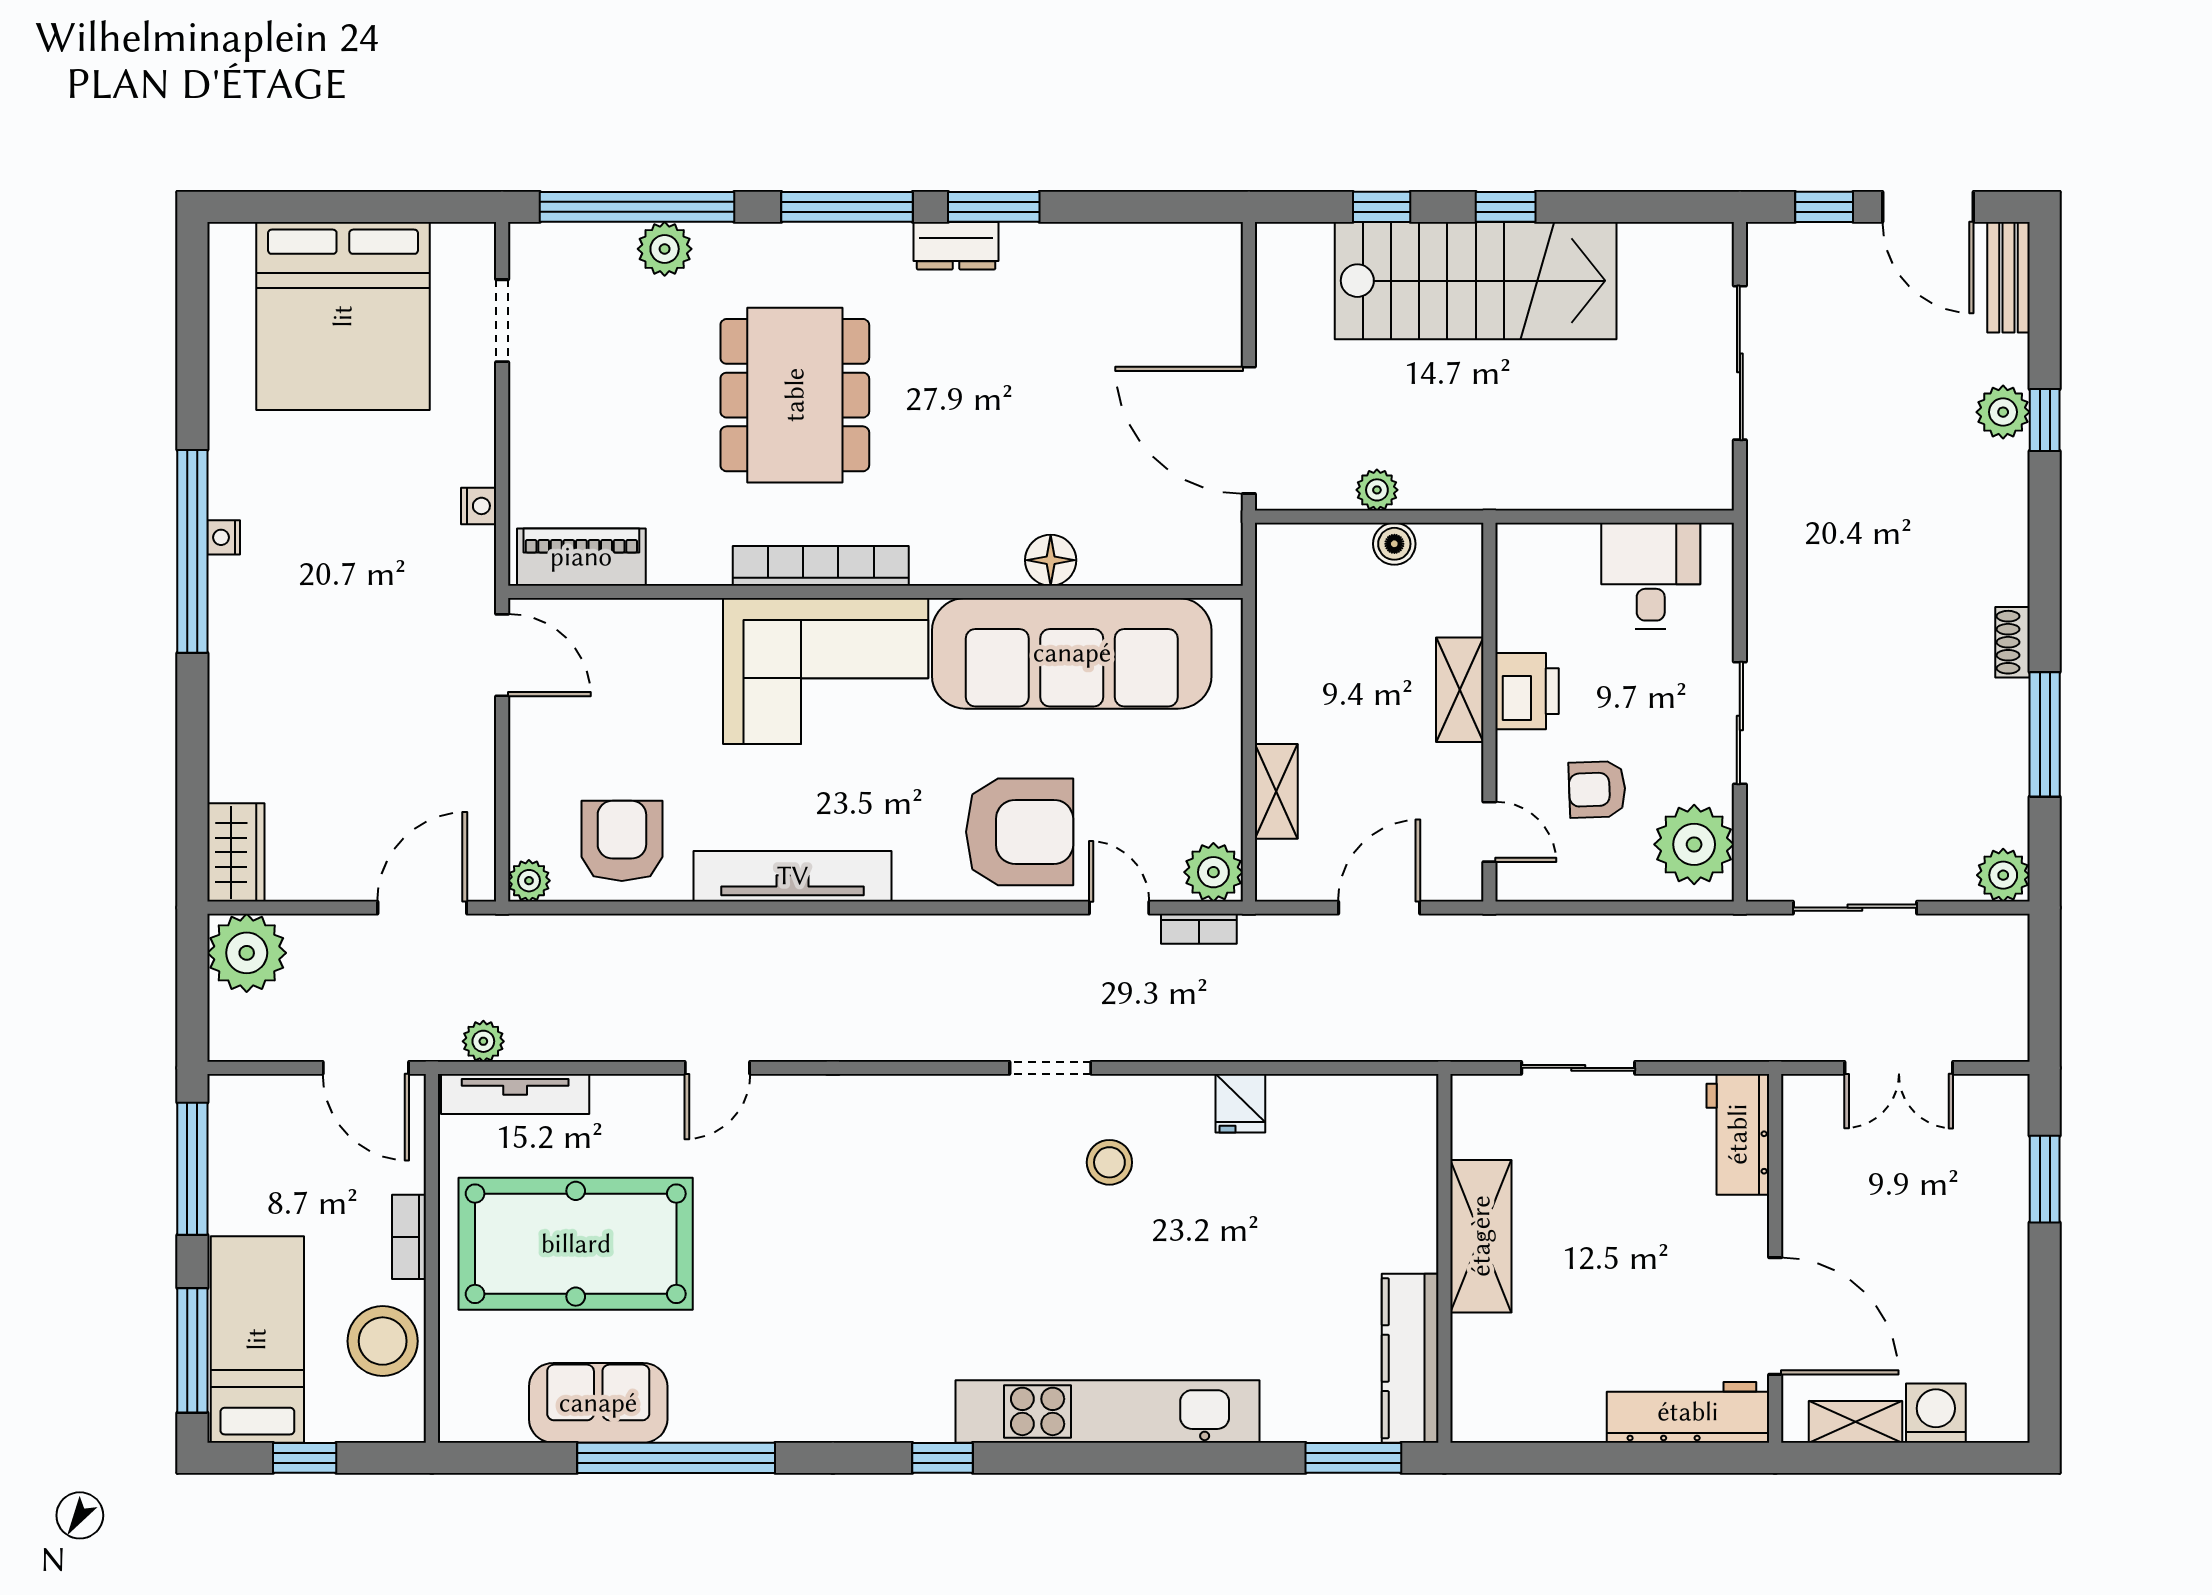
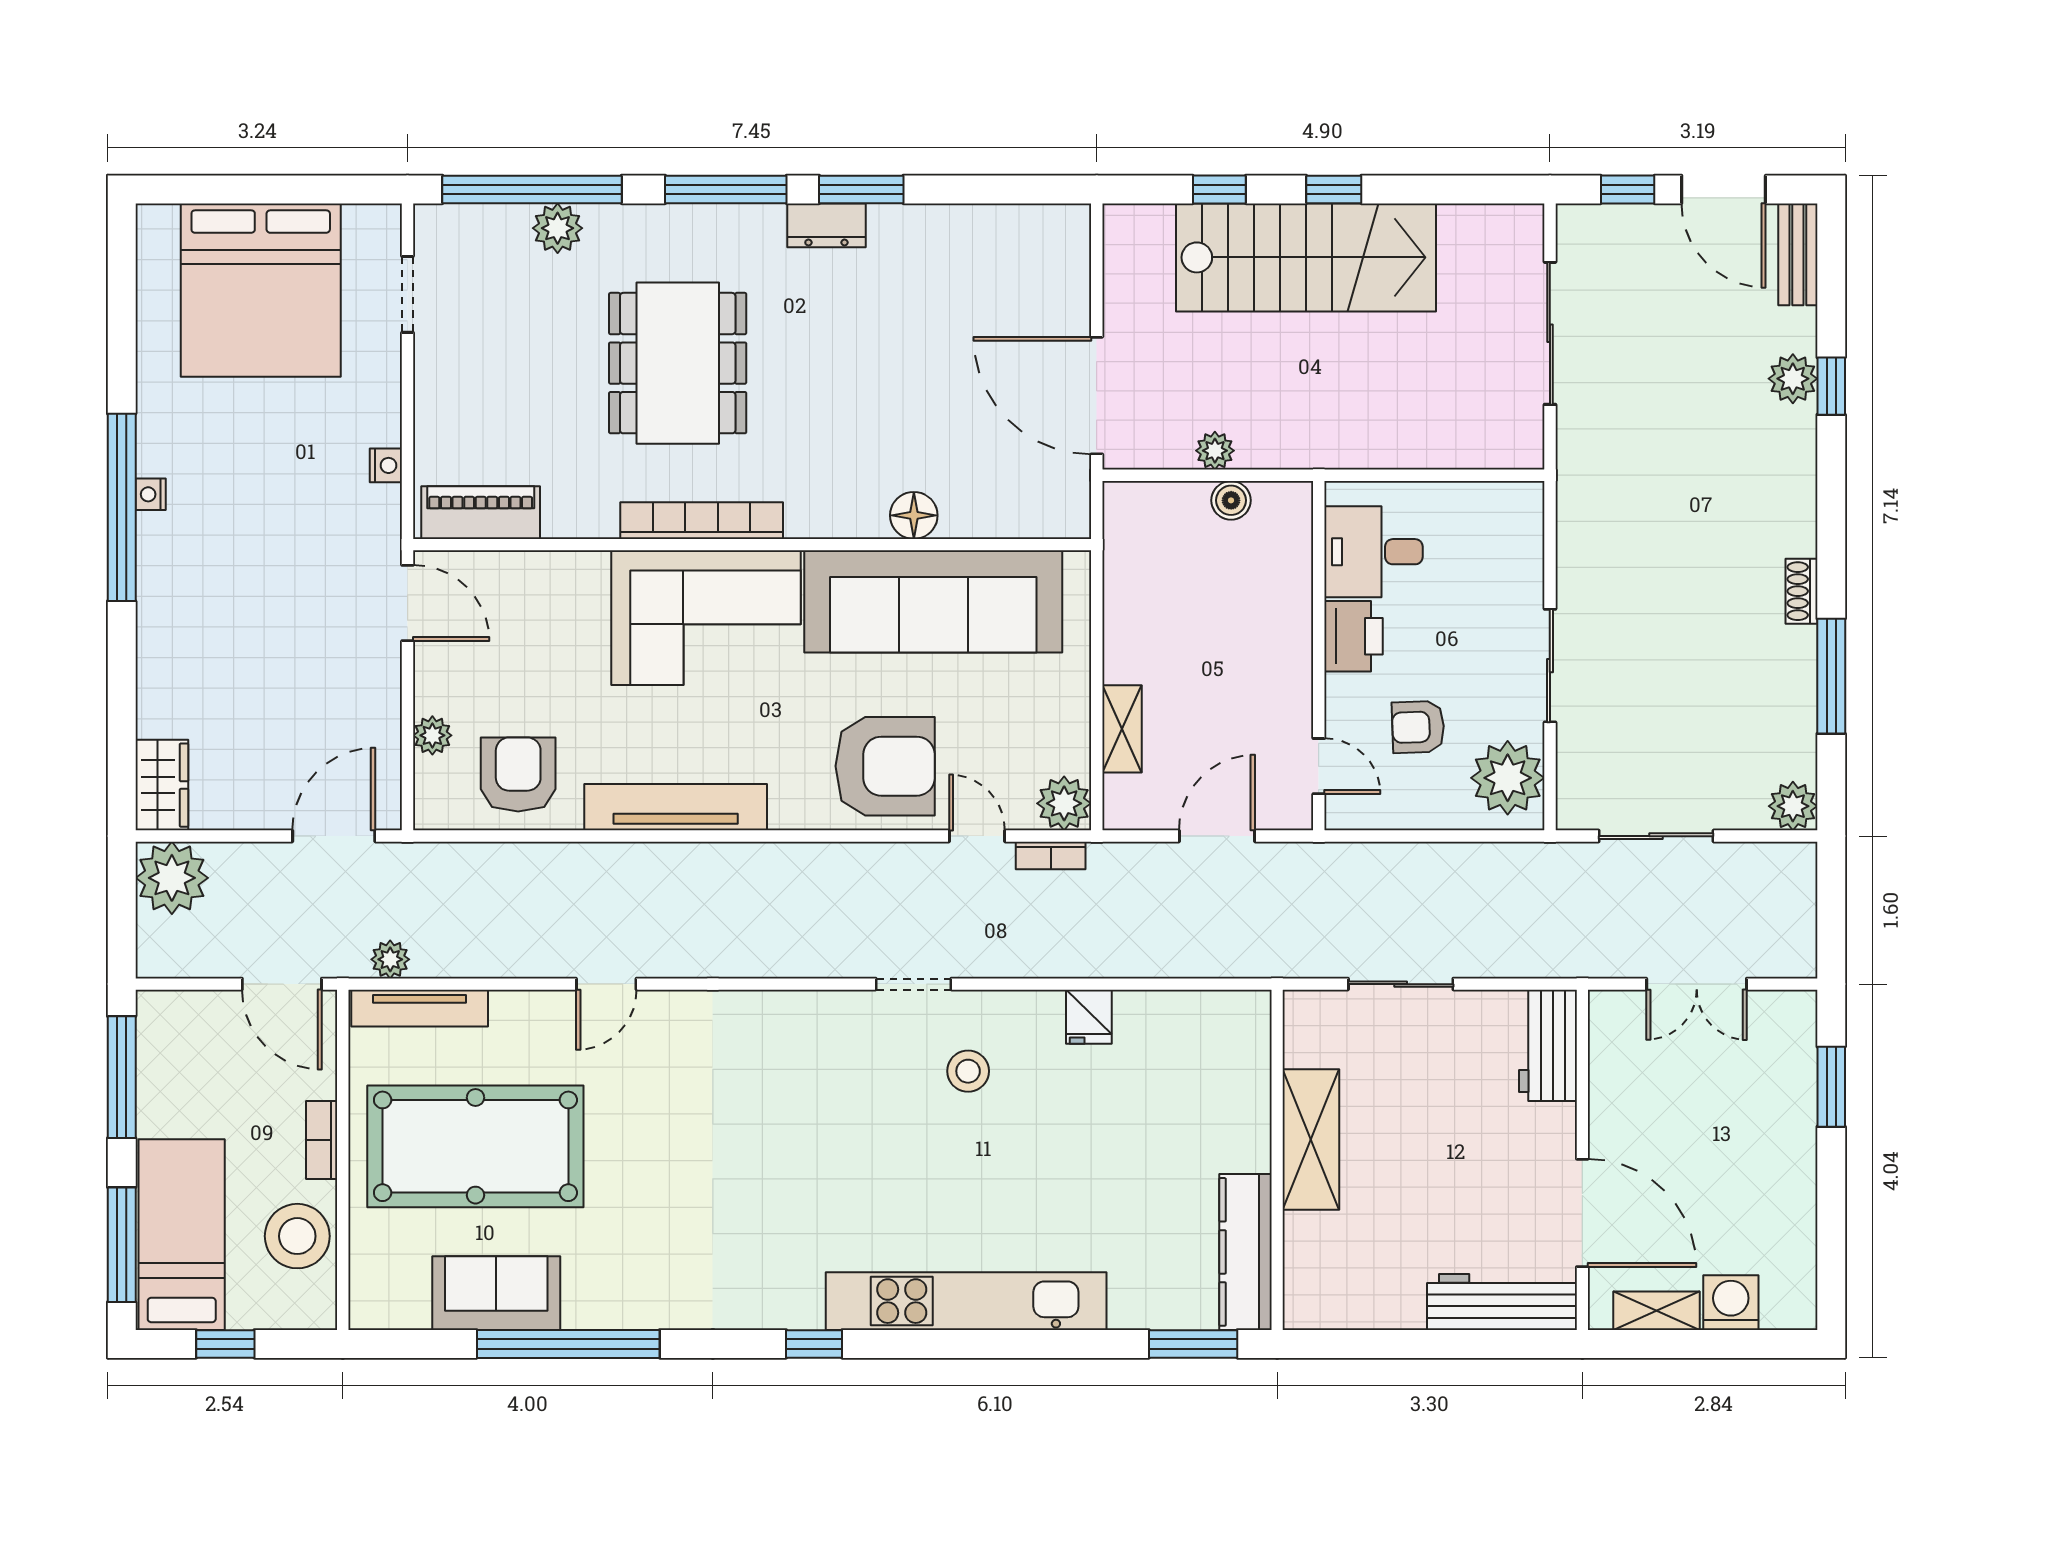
desk: (1651, 576) -> (1373, 552), moved, turned -90
shelving: (1460, 690) -> (1291, 635), removed
plant: (529, 881) -> (432, 735), moved

